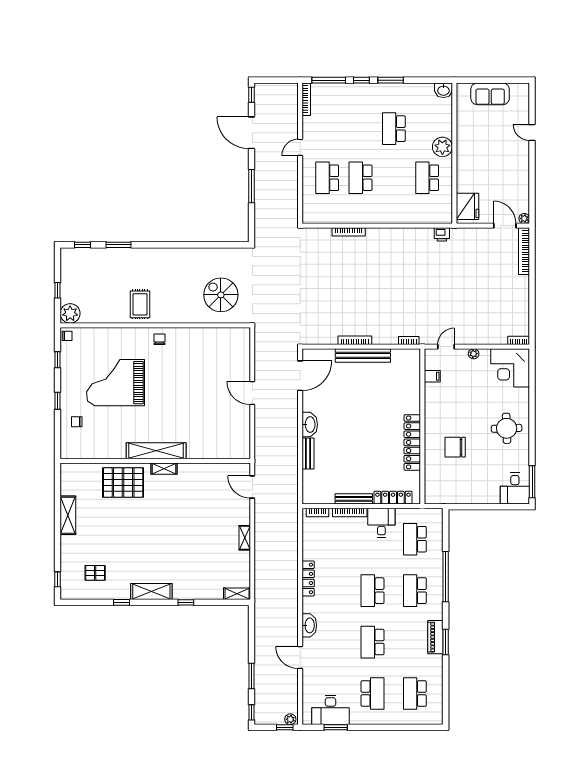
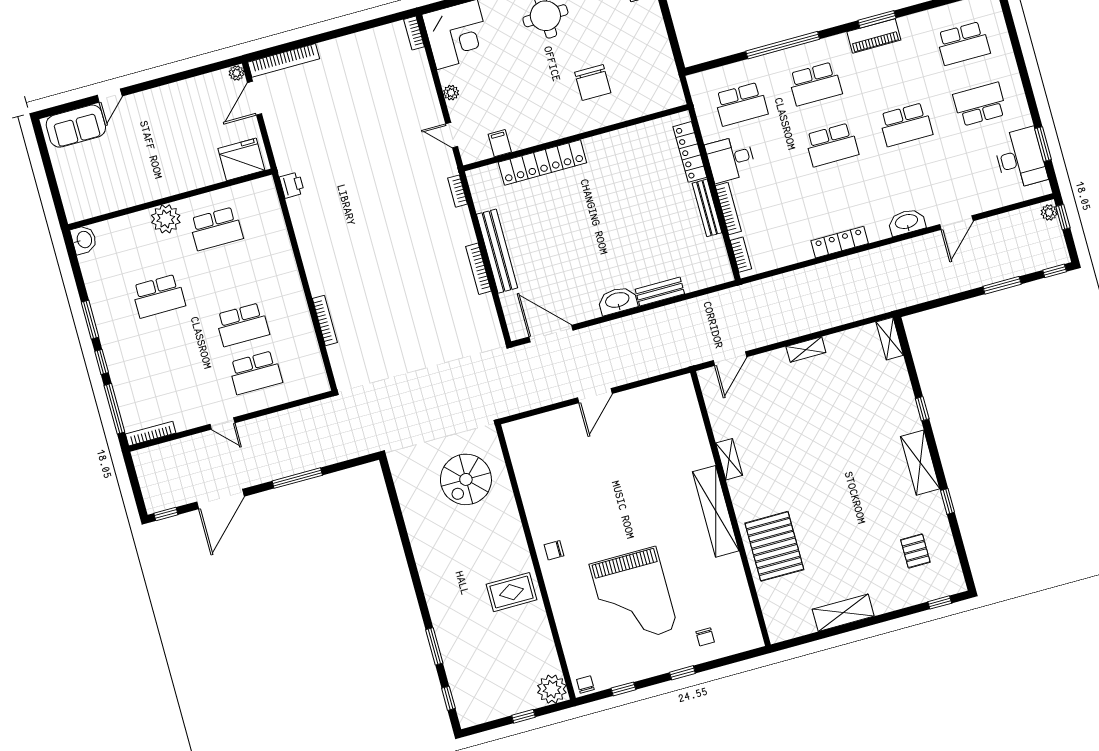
sofa: (490, 94) -> (76, 126), moved, turned 90
locker: (412, 442) -> (542, 162), moved
shelving: (164, 469) -> (729, 459), moved

